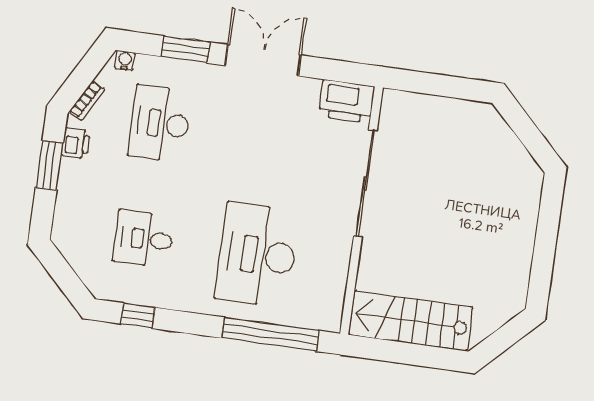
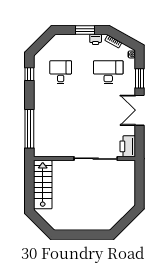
double door: (263, 60) -> (140, 110), swing flipped
desk: (257, 255) -> (61, 119), removed

